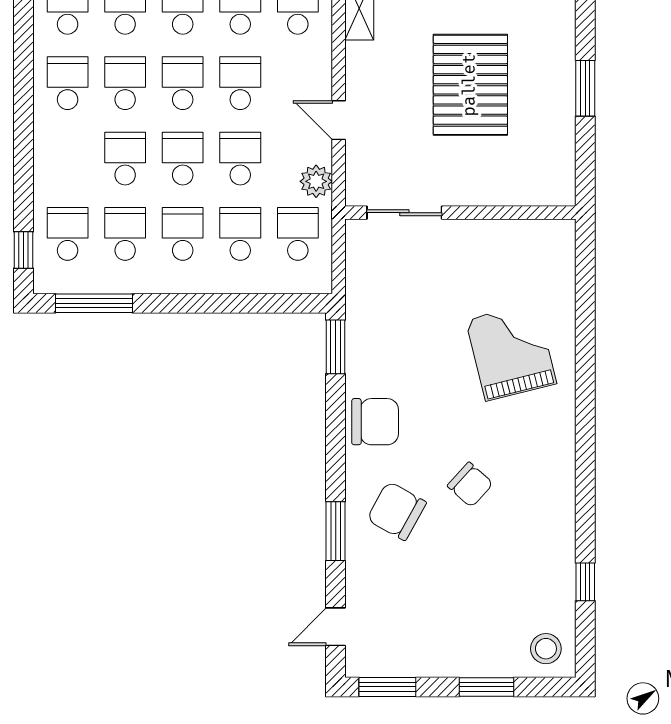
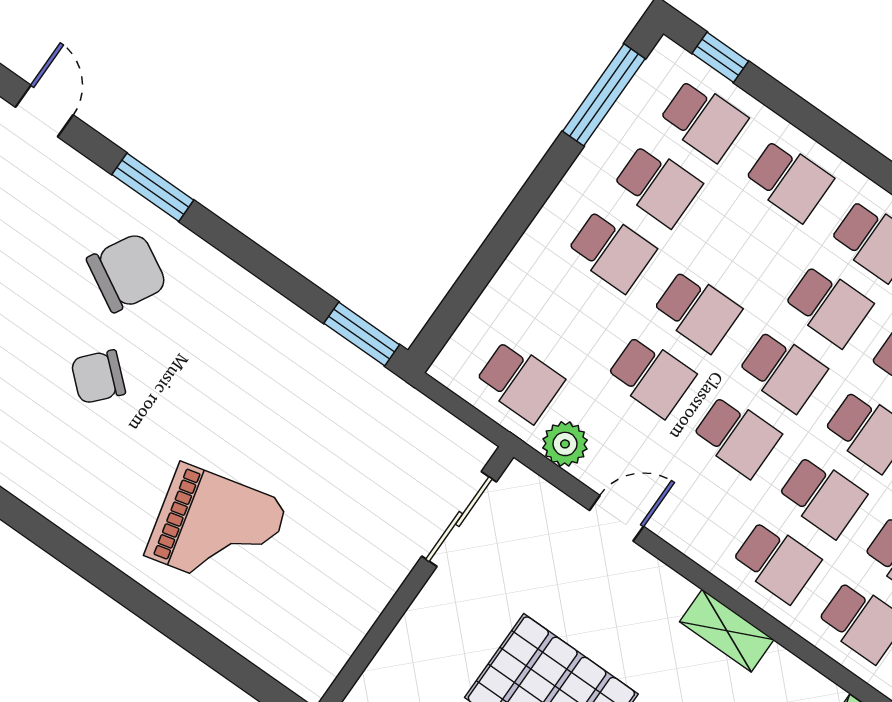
school desk: (125, 159) -> (789, 180), moved
school desk: (240, 234) -> (566, 316), removed
chair: (375, 422) -> (245, 319), removed

